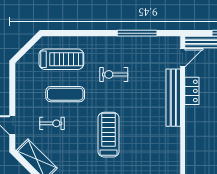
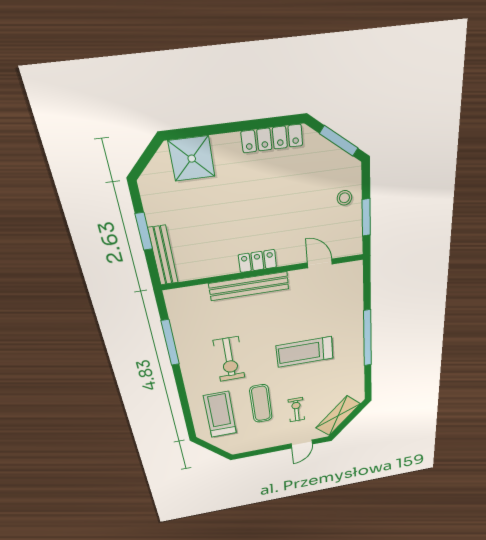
door: (183, 58) -> (320, 263), moved
exercise bike: (114, 74) -> (229, 359), width x1.38, depth x1.39
locker: (192, 91) -> (257, 261), moved

